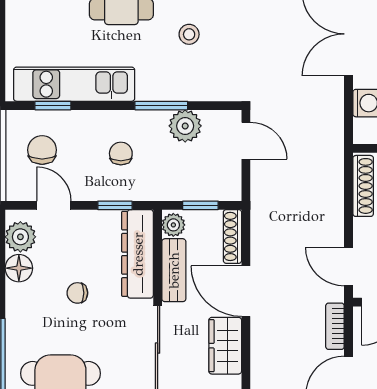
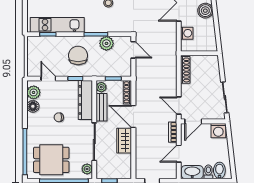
chair: (42, 150) -> (43, 54), removed
chair: (121, 153) -> (78, 56), width x1.87, depth x1.87

